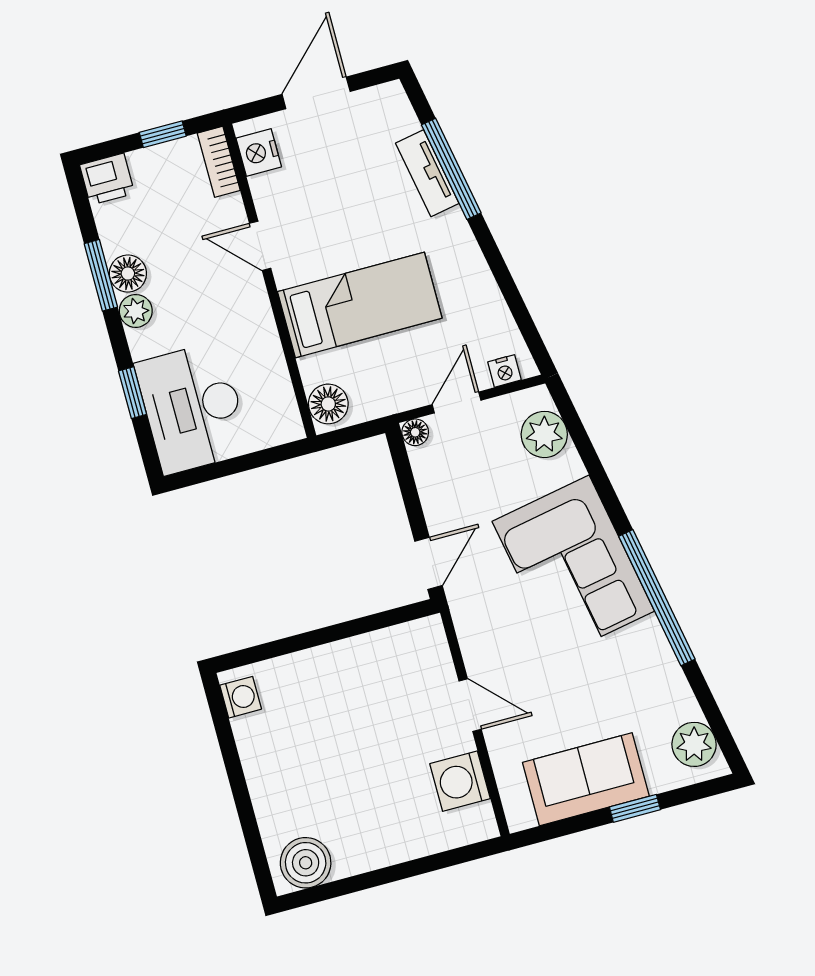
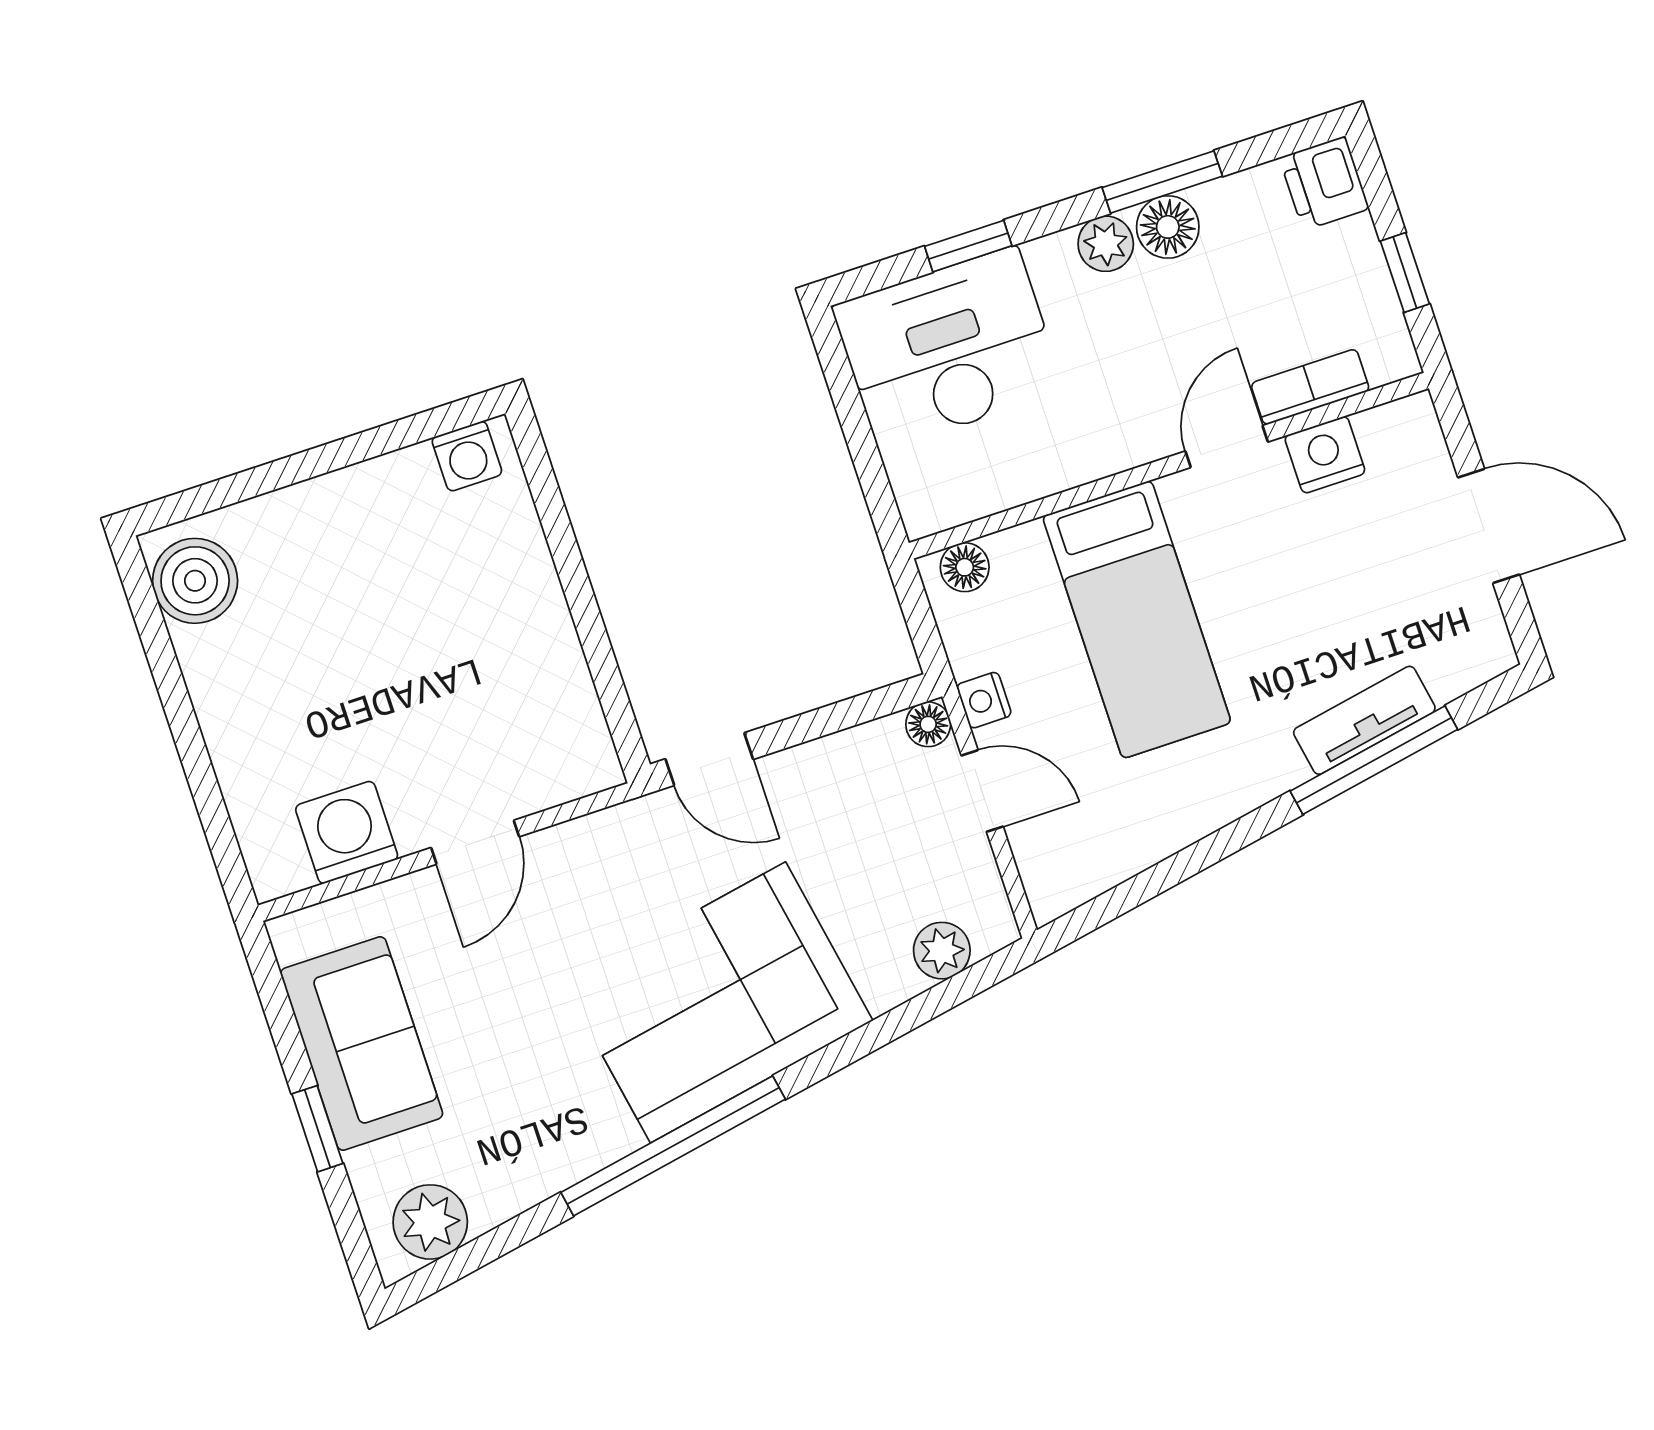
nightstand: (259, 152) -> (1325, 455), moved
bookcase: (219, 162) -> (1310, 387), moved
nightstand: (505, 371) -> (984, 700), moved
floor lamp: (328, 404) -> (965, 567), width x0.73, depth x0.73
plant: (544, 434) -> (942, 951), width x0.73, depth x0.73

